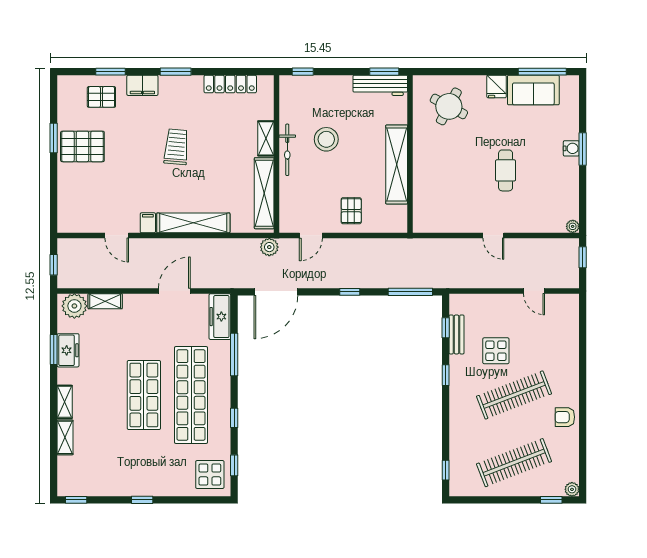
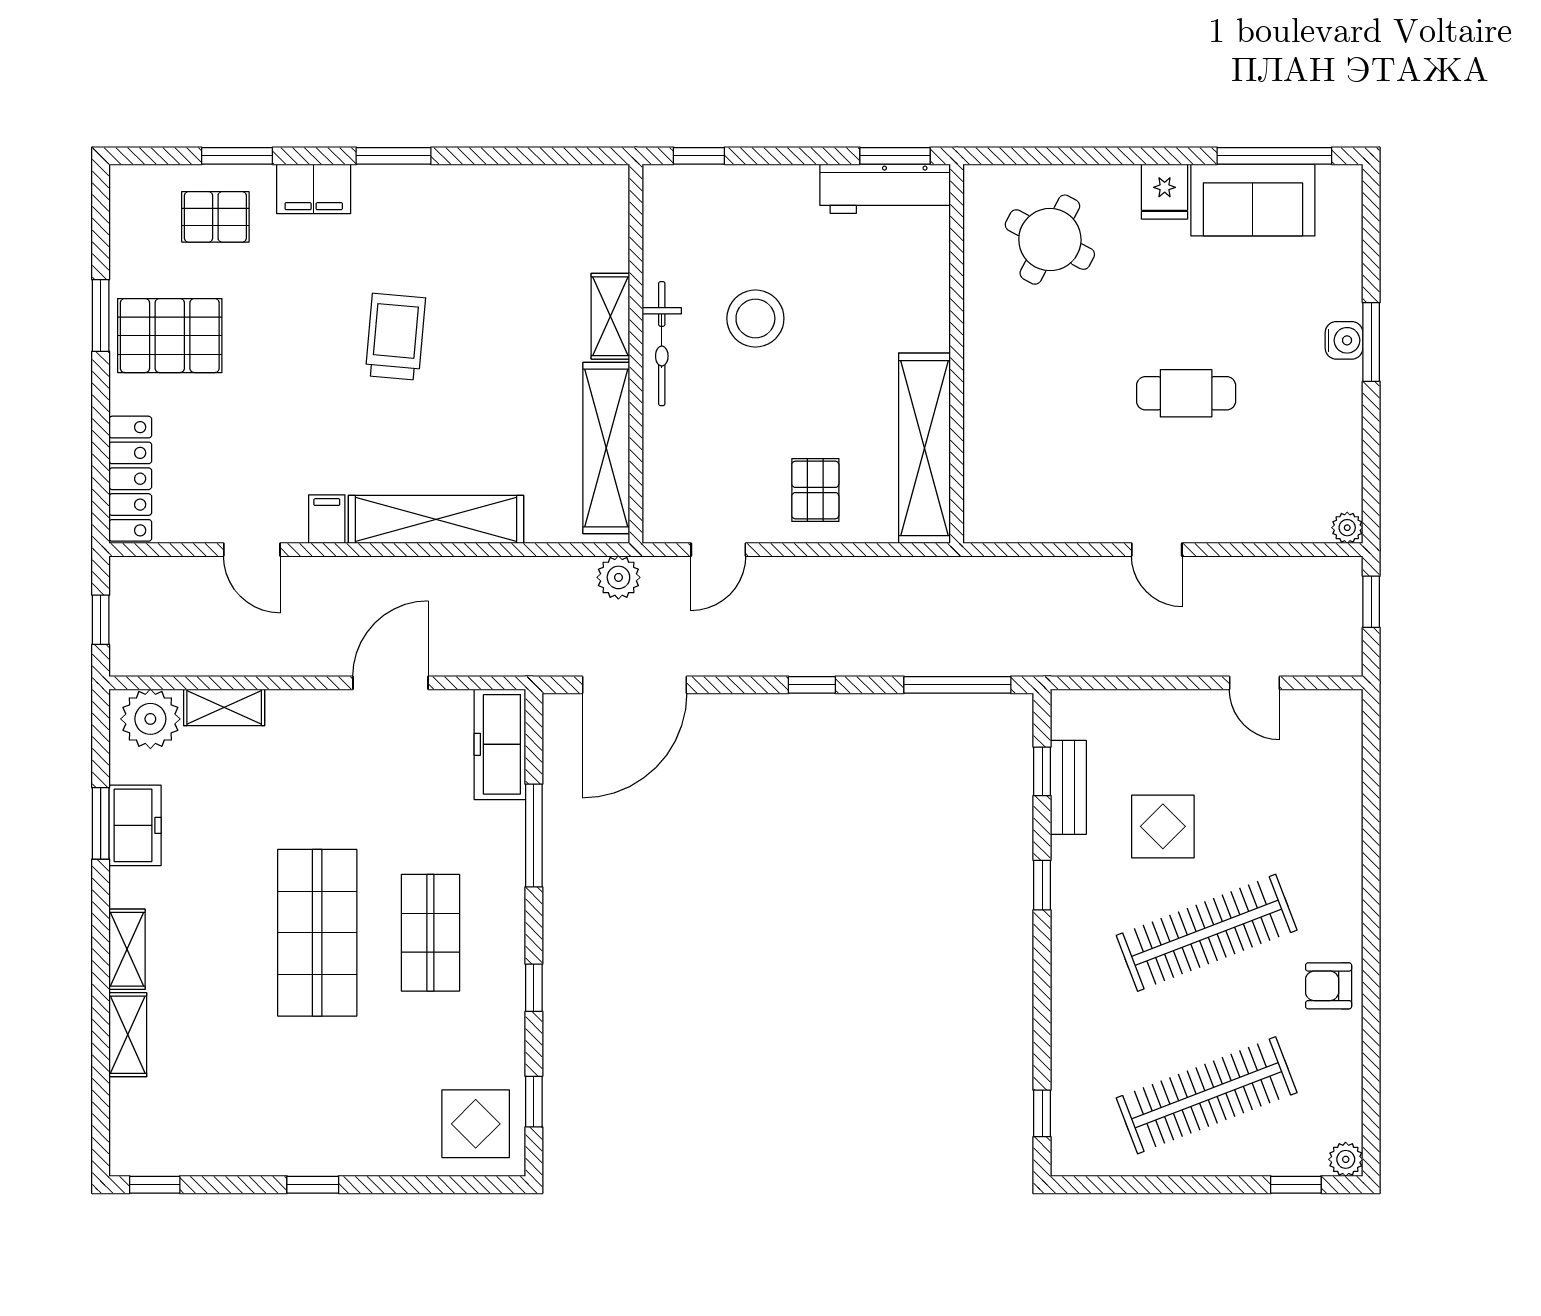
locker: (230, 84) -> (130, 479), moved, turned -90
shelving: (397, 164) -> (924, 448), moved
cafe table: (506, 170) -> (1186, 393), turned 90
shop shelf: (191, 395) -> (430, 933), width x0.50, depth x0.74

